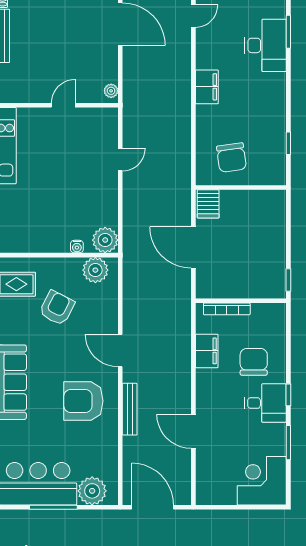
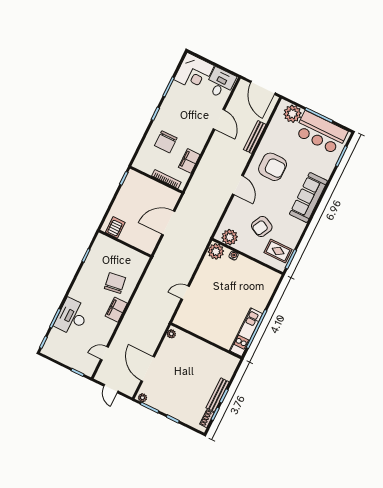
door: (63, 105) -> (202, 339), removed
chair: (231, 158) -> (115, 283), moved
server rack: (208, 204) -> (115, 227), moved
door: (193, 248) -> (168, 223), swing flipped
desk: (265, 403) -> (220, 83), moved, turned 90
bench: (130, 409) -> (255, 137), moved

